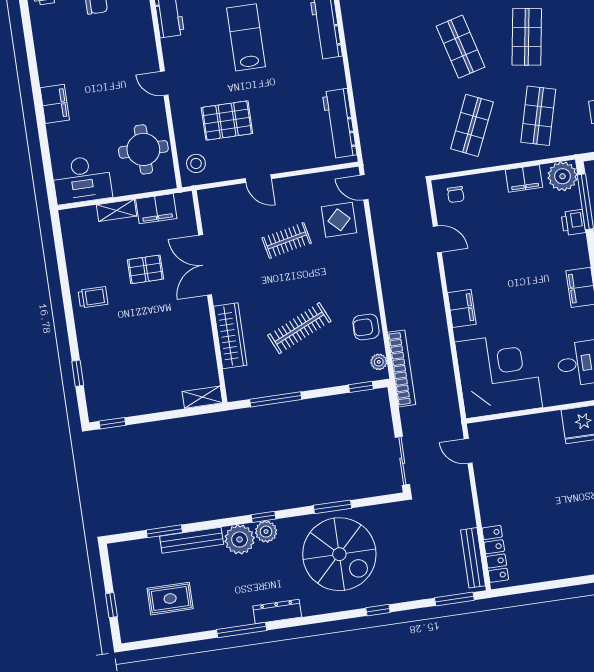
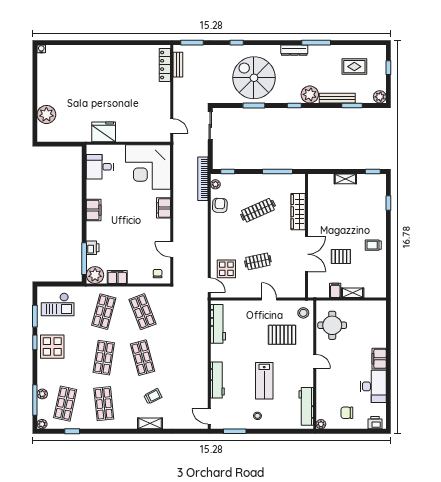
shop shelf: (472, 125) -> (142, 312), turned -45
desk: (82, 180) -> (373, 386), moved, turned 90
filing cabinet: (156, 209) -> (335, 290), width x0.50
armchair: (366, 327) -> (220, 205), turned -87
shelving: (202, 397) -> (345, 179), moved
plant: (266, 532) -> (380, 97), moved
bench: (473, 558) -> (178, 65), width x0.73

